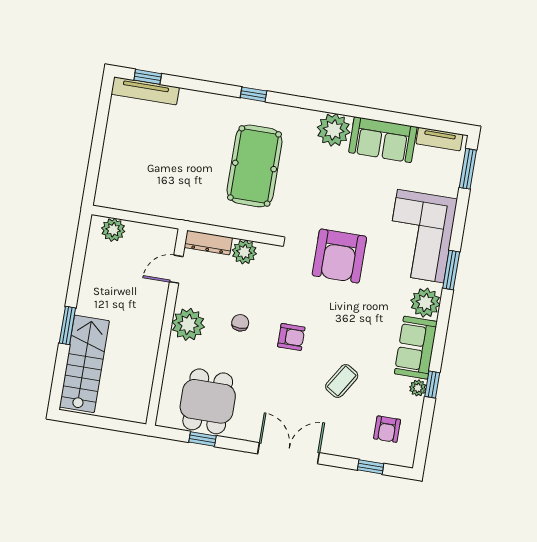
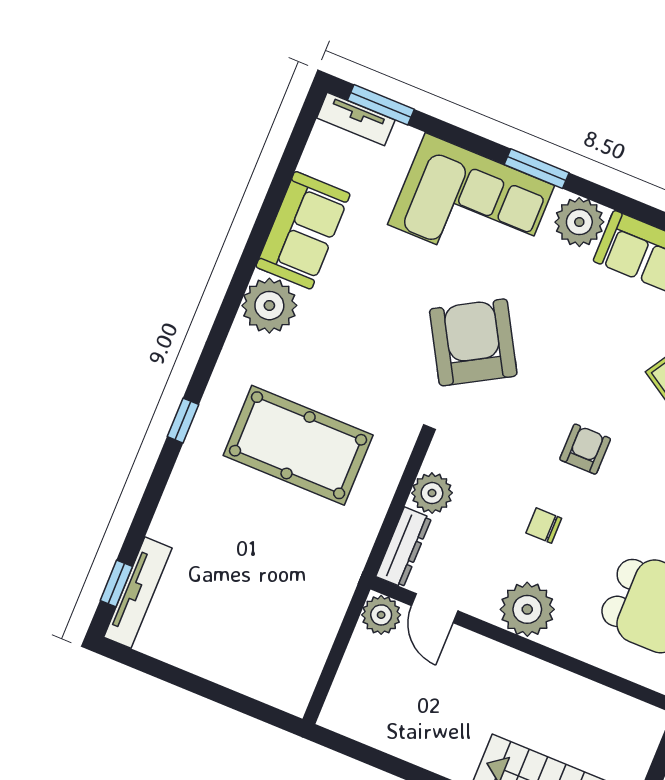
tv unit: (439, 139) -> (356, 119), moved, turned 90
plant: (113, 230) -> (381, 615), moved
armchair: (339, 256) -> (473, 342), turned -120

